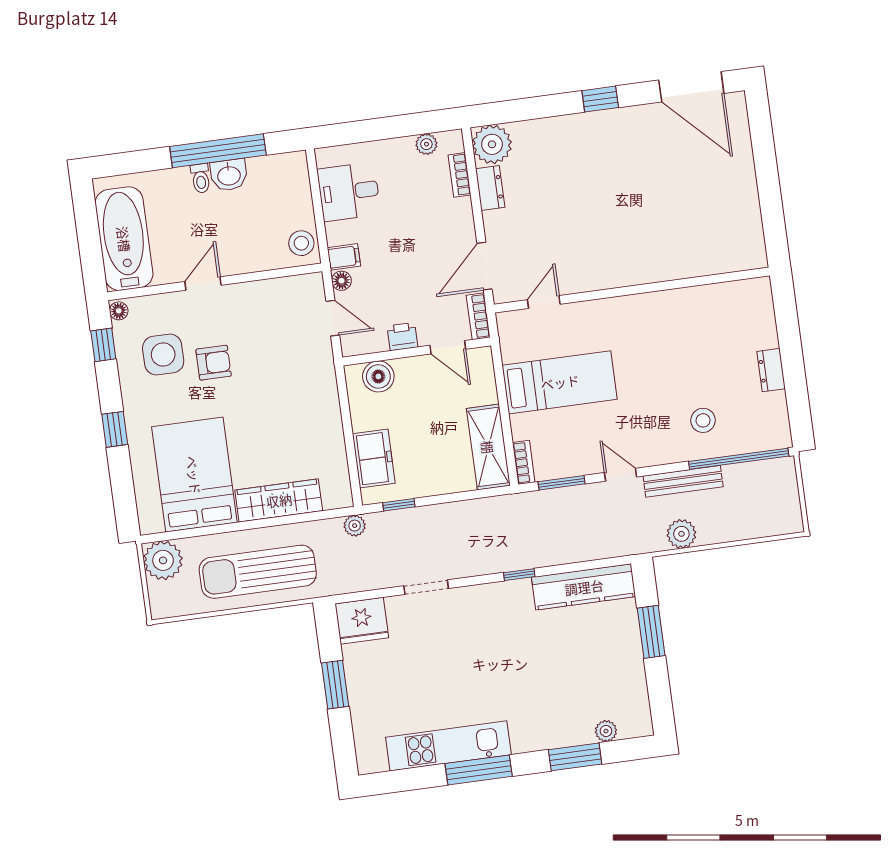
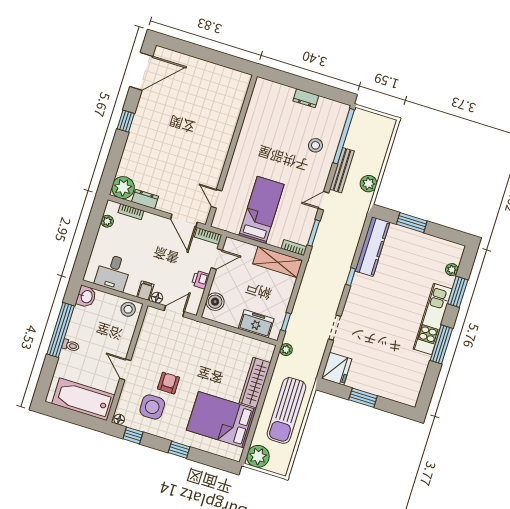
washbasin: (229, 175) -> (86, 297), moved
kitchen unit: (448, 746) -> (433, 319), moved

